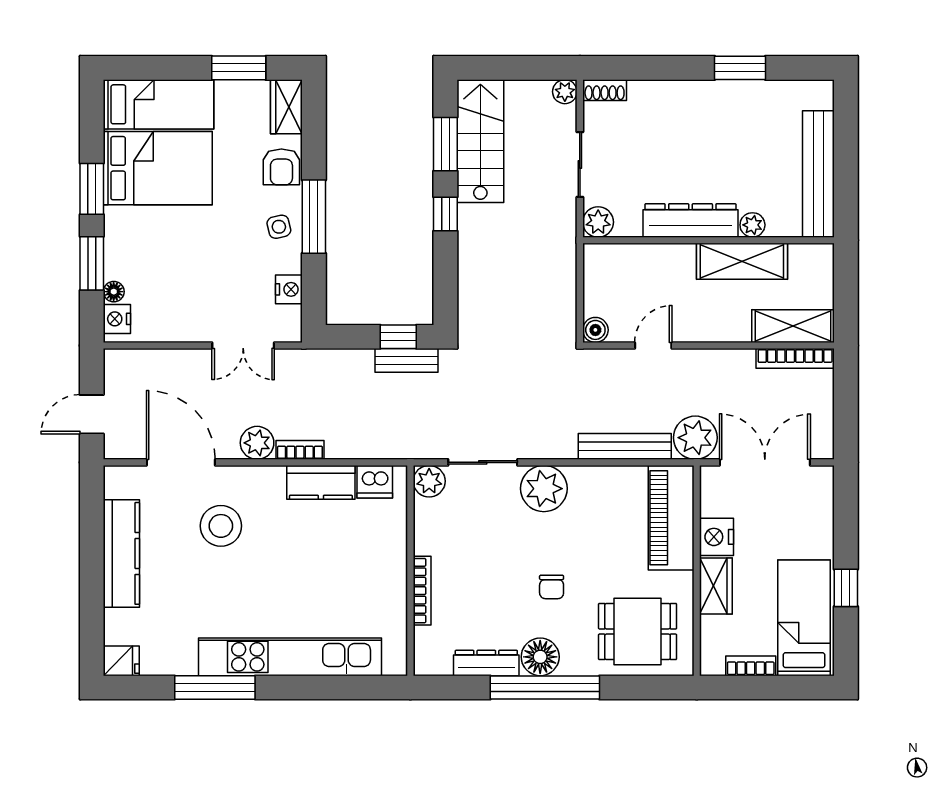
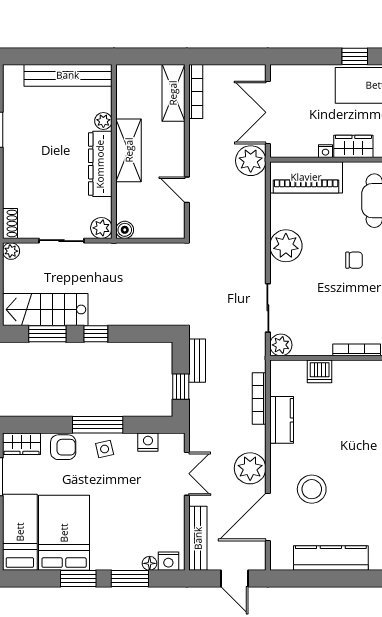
shelving: (742, 261) -> (129, 150), moved
boiler: (595, 330) -> (125, 230), moved
window: (398, 337) -> (181, 387), moved
plant: (257, 443) -> (250, 468), width x1.36, depth x1.36
bench: (625, 446) -> (198, 538), moved
bookcase: (300, 450) -> (259, 399), moved, width x1.56
dishwasher: (375, 482) -> (320, 371), moved, turned 90
plant: (544, 489) -> (286, 246), moved
nightstand: (717, 537) -> (325, 151), width x0.53, depth x0.56

